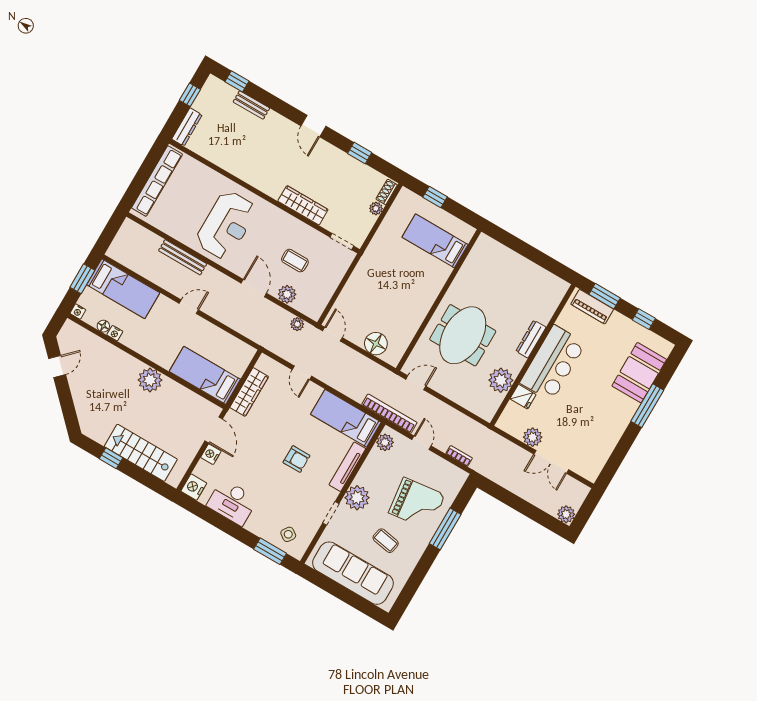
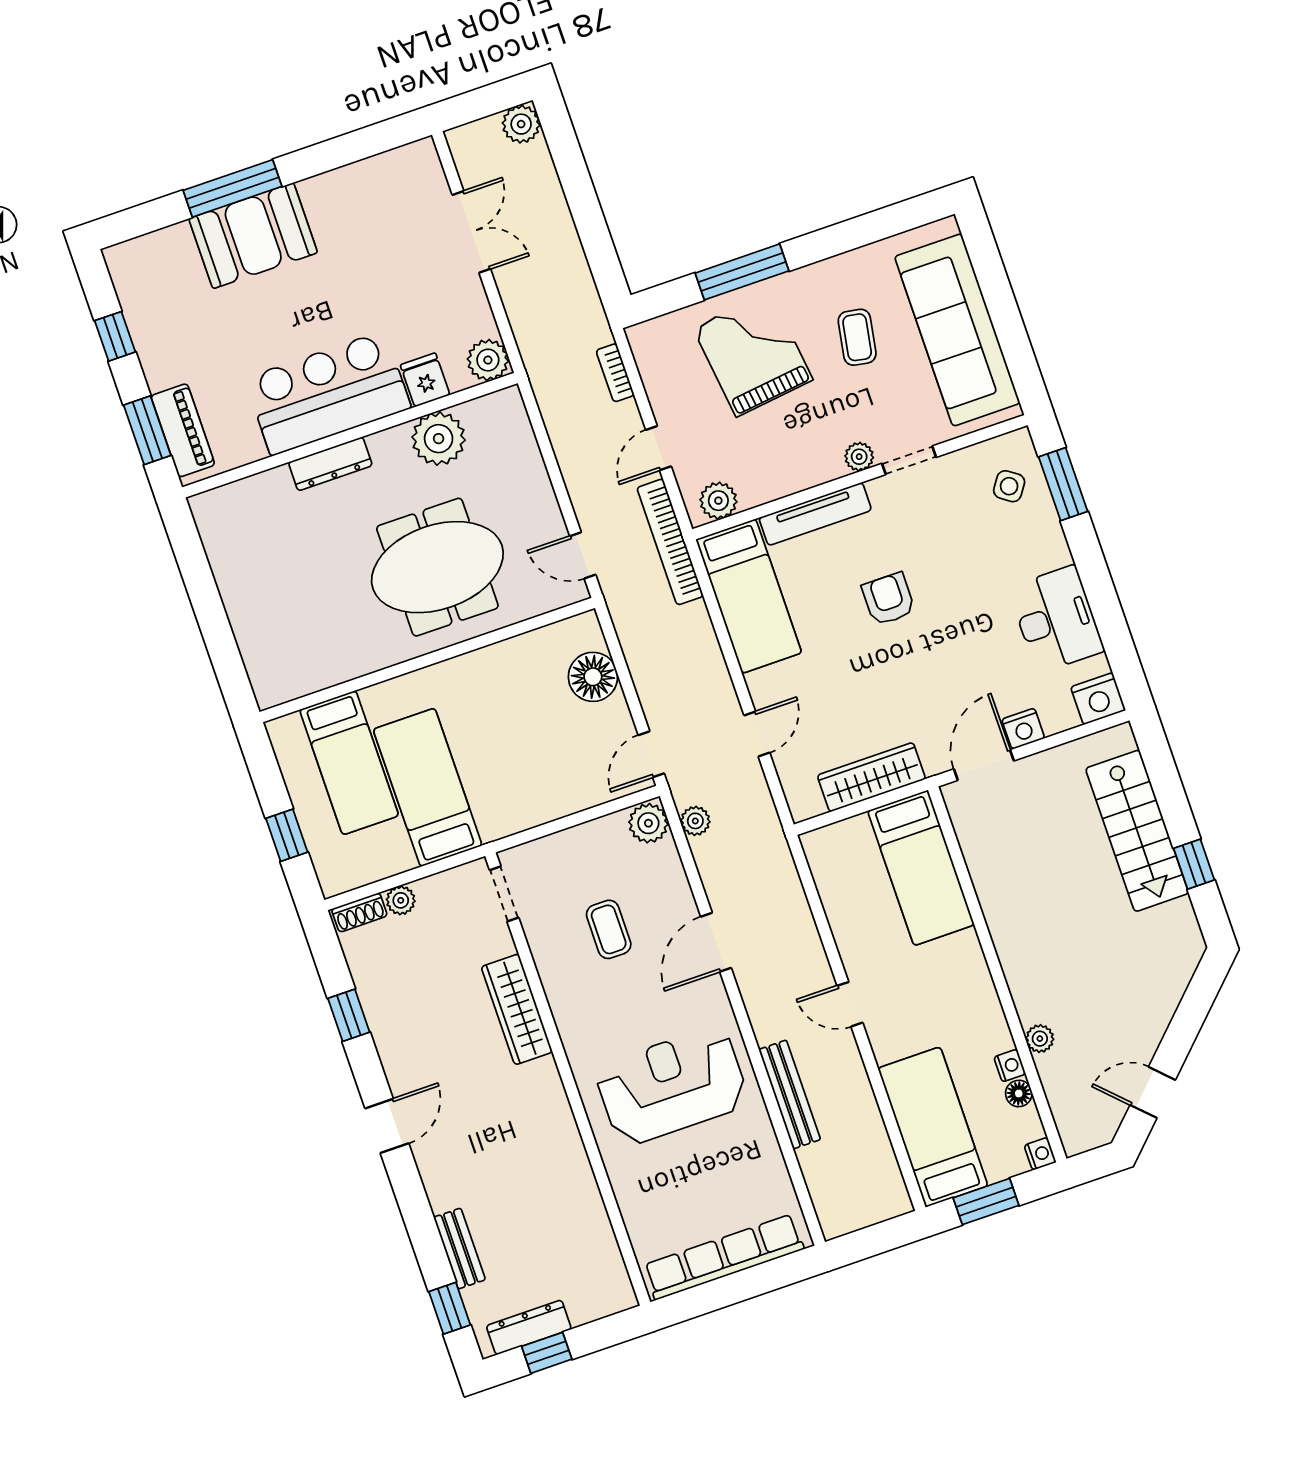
dresser: (187, 127) -> (529, 1327), moved
bed: (400, 256) -> (428, 787), added
plant: (287, 294) -> (648, 823), moved
booth: (639, 373) -> (253, 236), moved
plant: (150, 380) -> (1040, 1039), moved, width x0.53, depth x0.53
plant: (533, 437) -> (488, 360), moved
plant: (357, 498) -> (859, 457), width x0.53, depth x0.53

